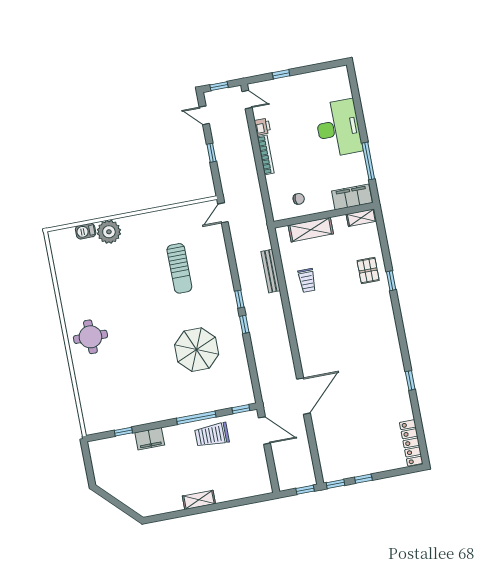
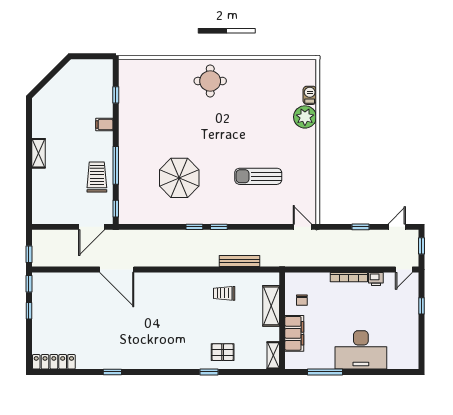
filing cabinet: (352, 197) -> (294, 333), moved
filing cabinet: (150, 439) -> (104, 125), width x0.50

